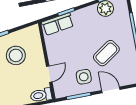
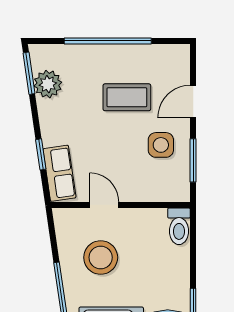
coffee table: (106, 53) -> (127, 97), turned -56
door: (49, 74) -> (104, 205), moved

